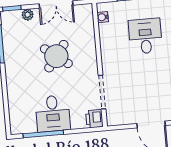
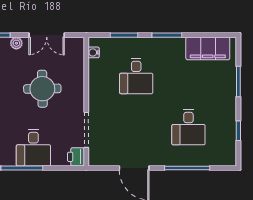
desk: (145, 36) -> (136, 76), turned 180
round table: (56, 56) -> (42, 89), turned -38

